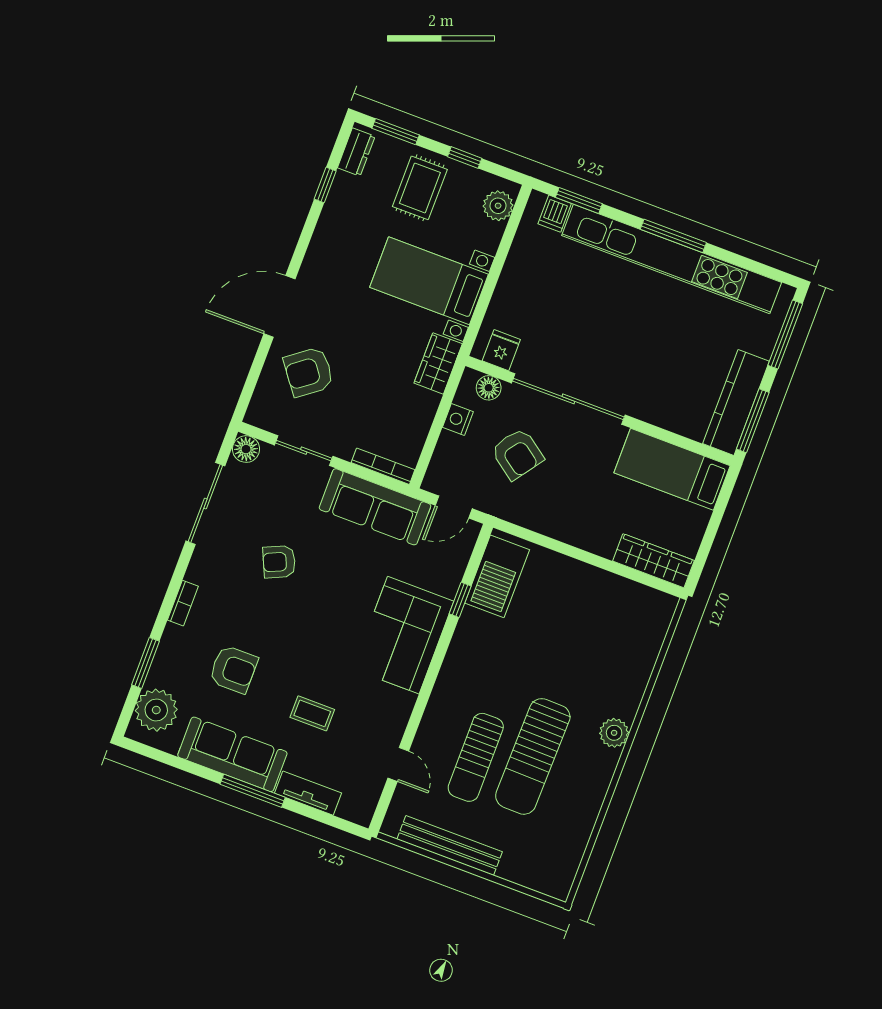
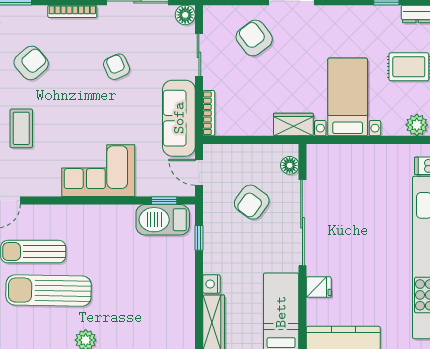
fridge: (501, 350) -> (319, 287), moved
nightstand: (458, 419) -> (211, 284), moved, turned -90
window: (538, 539) -> (199, 238), added
window: (460, 600) -> (164, 200), moved
bookcase: (183, 603) -> (72, 11), width x1.56
armchair: (233, 669) -> (31, 63), turned -131
coffee table: (312, 713) -> (21, 128), width x1.36, depth x1.30

